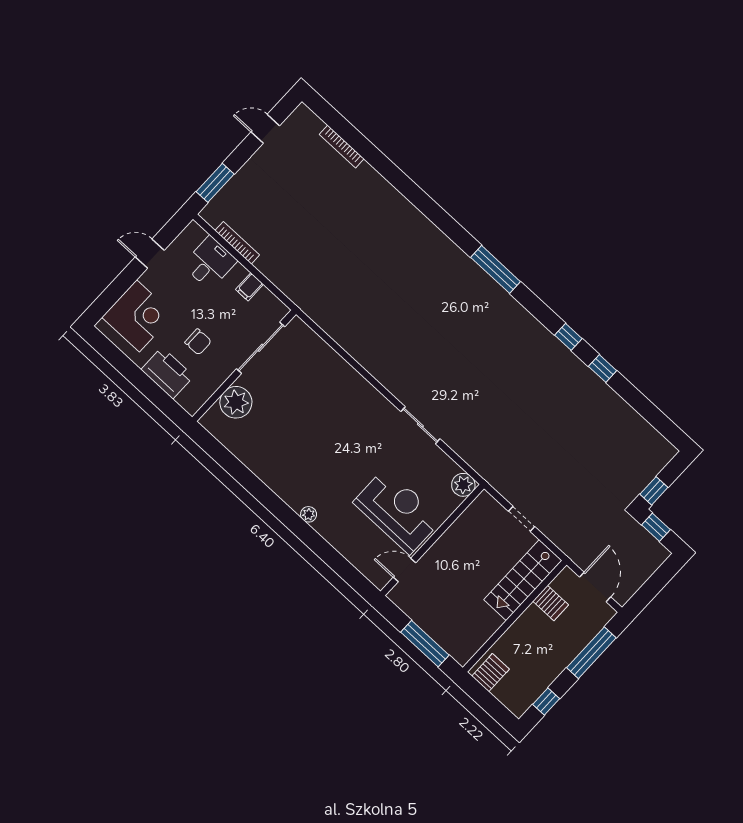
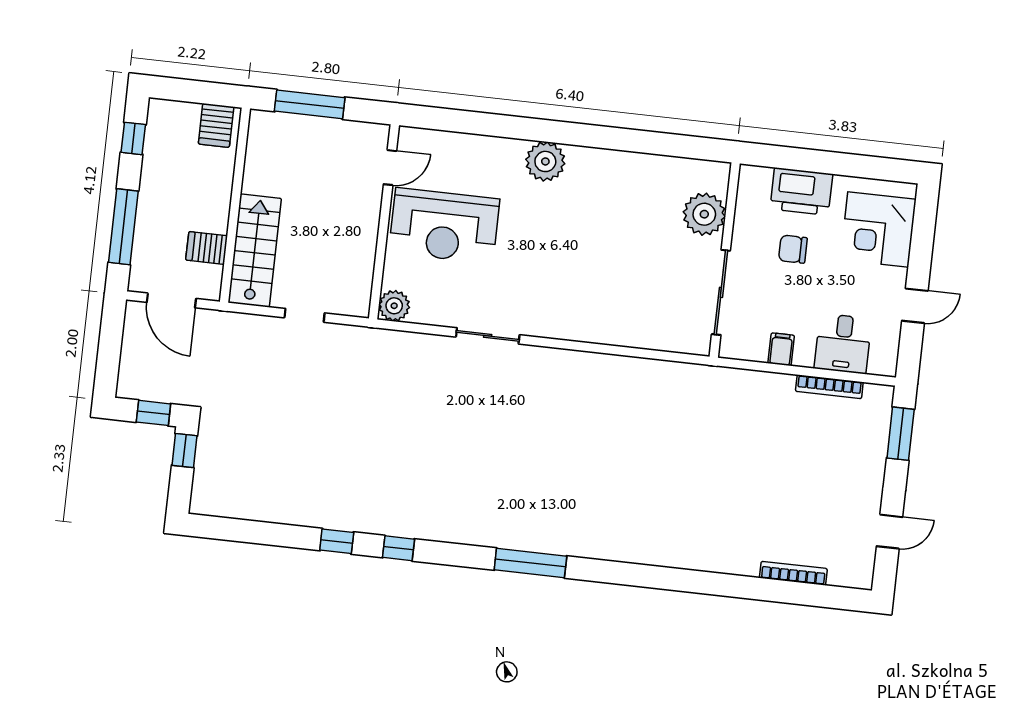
plant: (309, 514) -> (545, 161), width x1.88, depth x1.88

